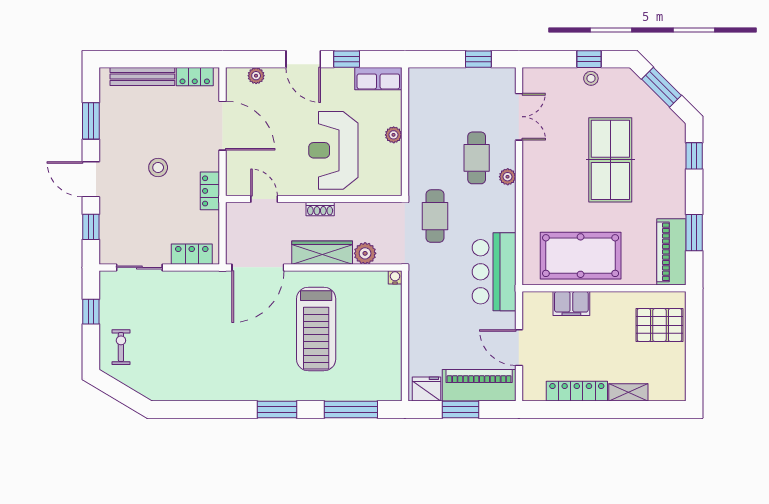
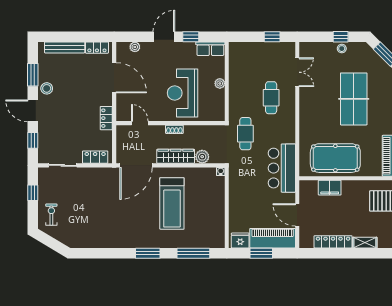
door: (303, 59) -> (164, 37), swing flipped
stool: (158, 167) -> (47, 88), moved
plant: (508, 177) -> (290, 109), removed

